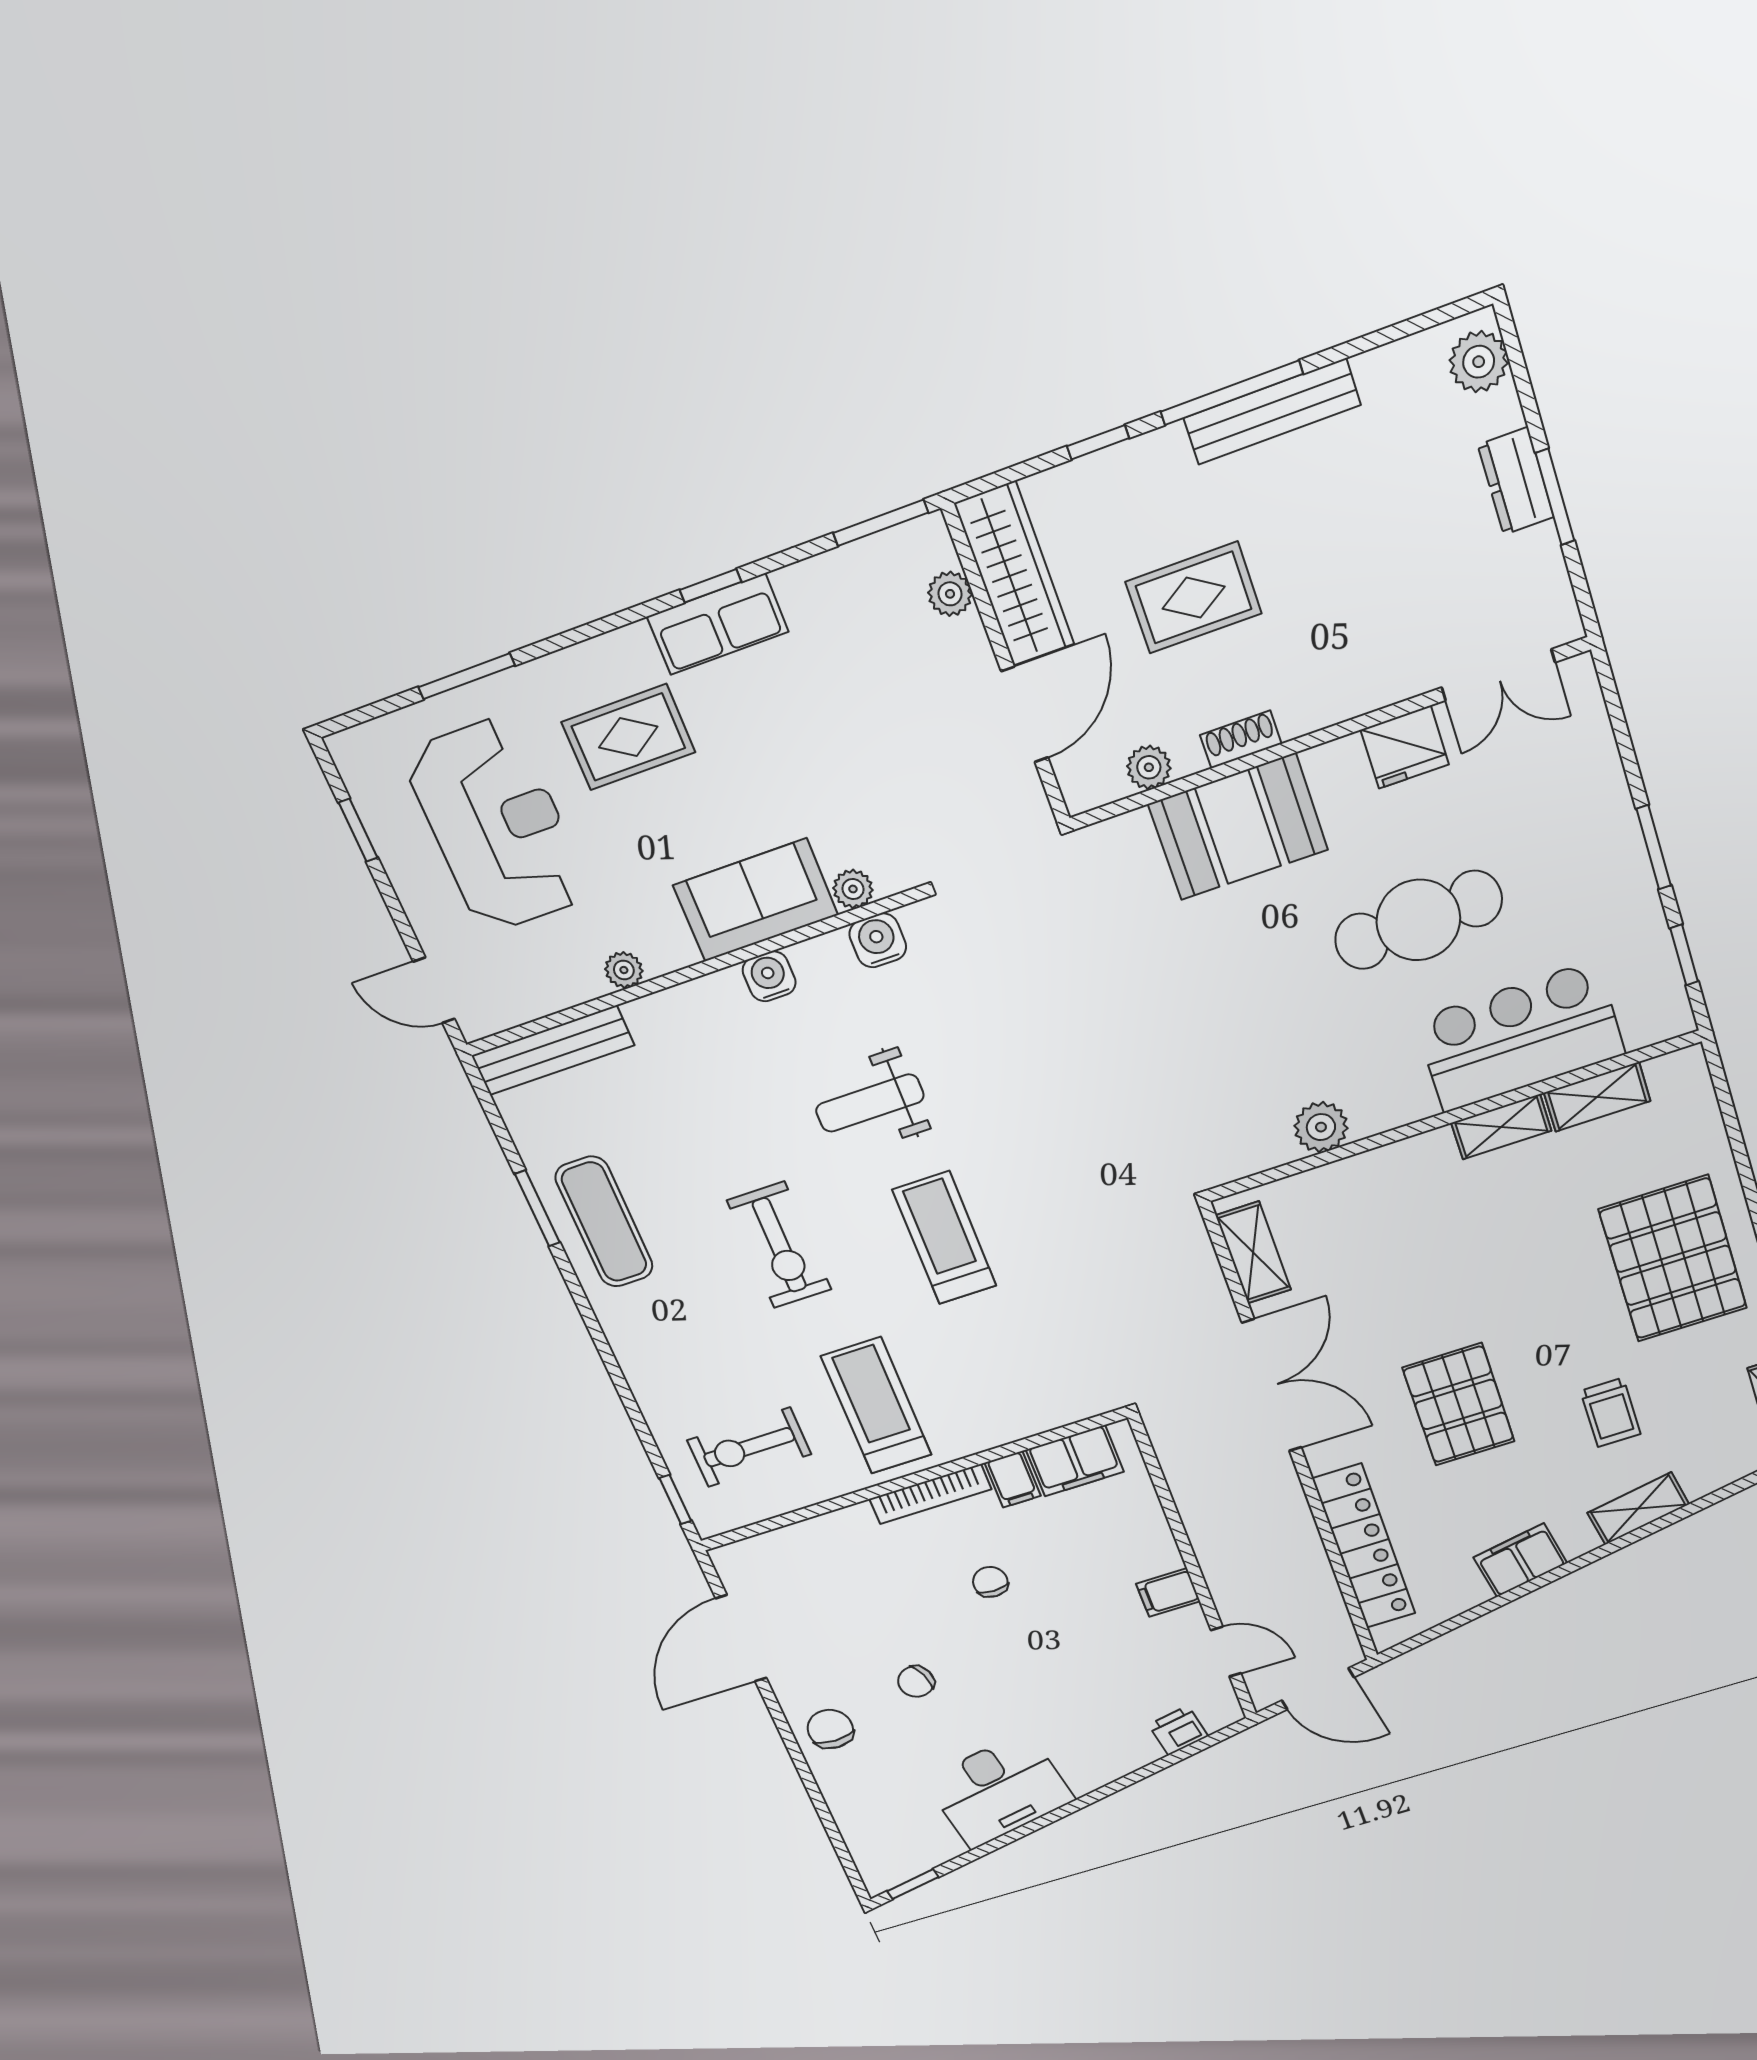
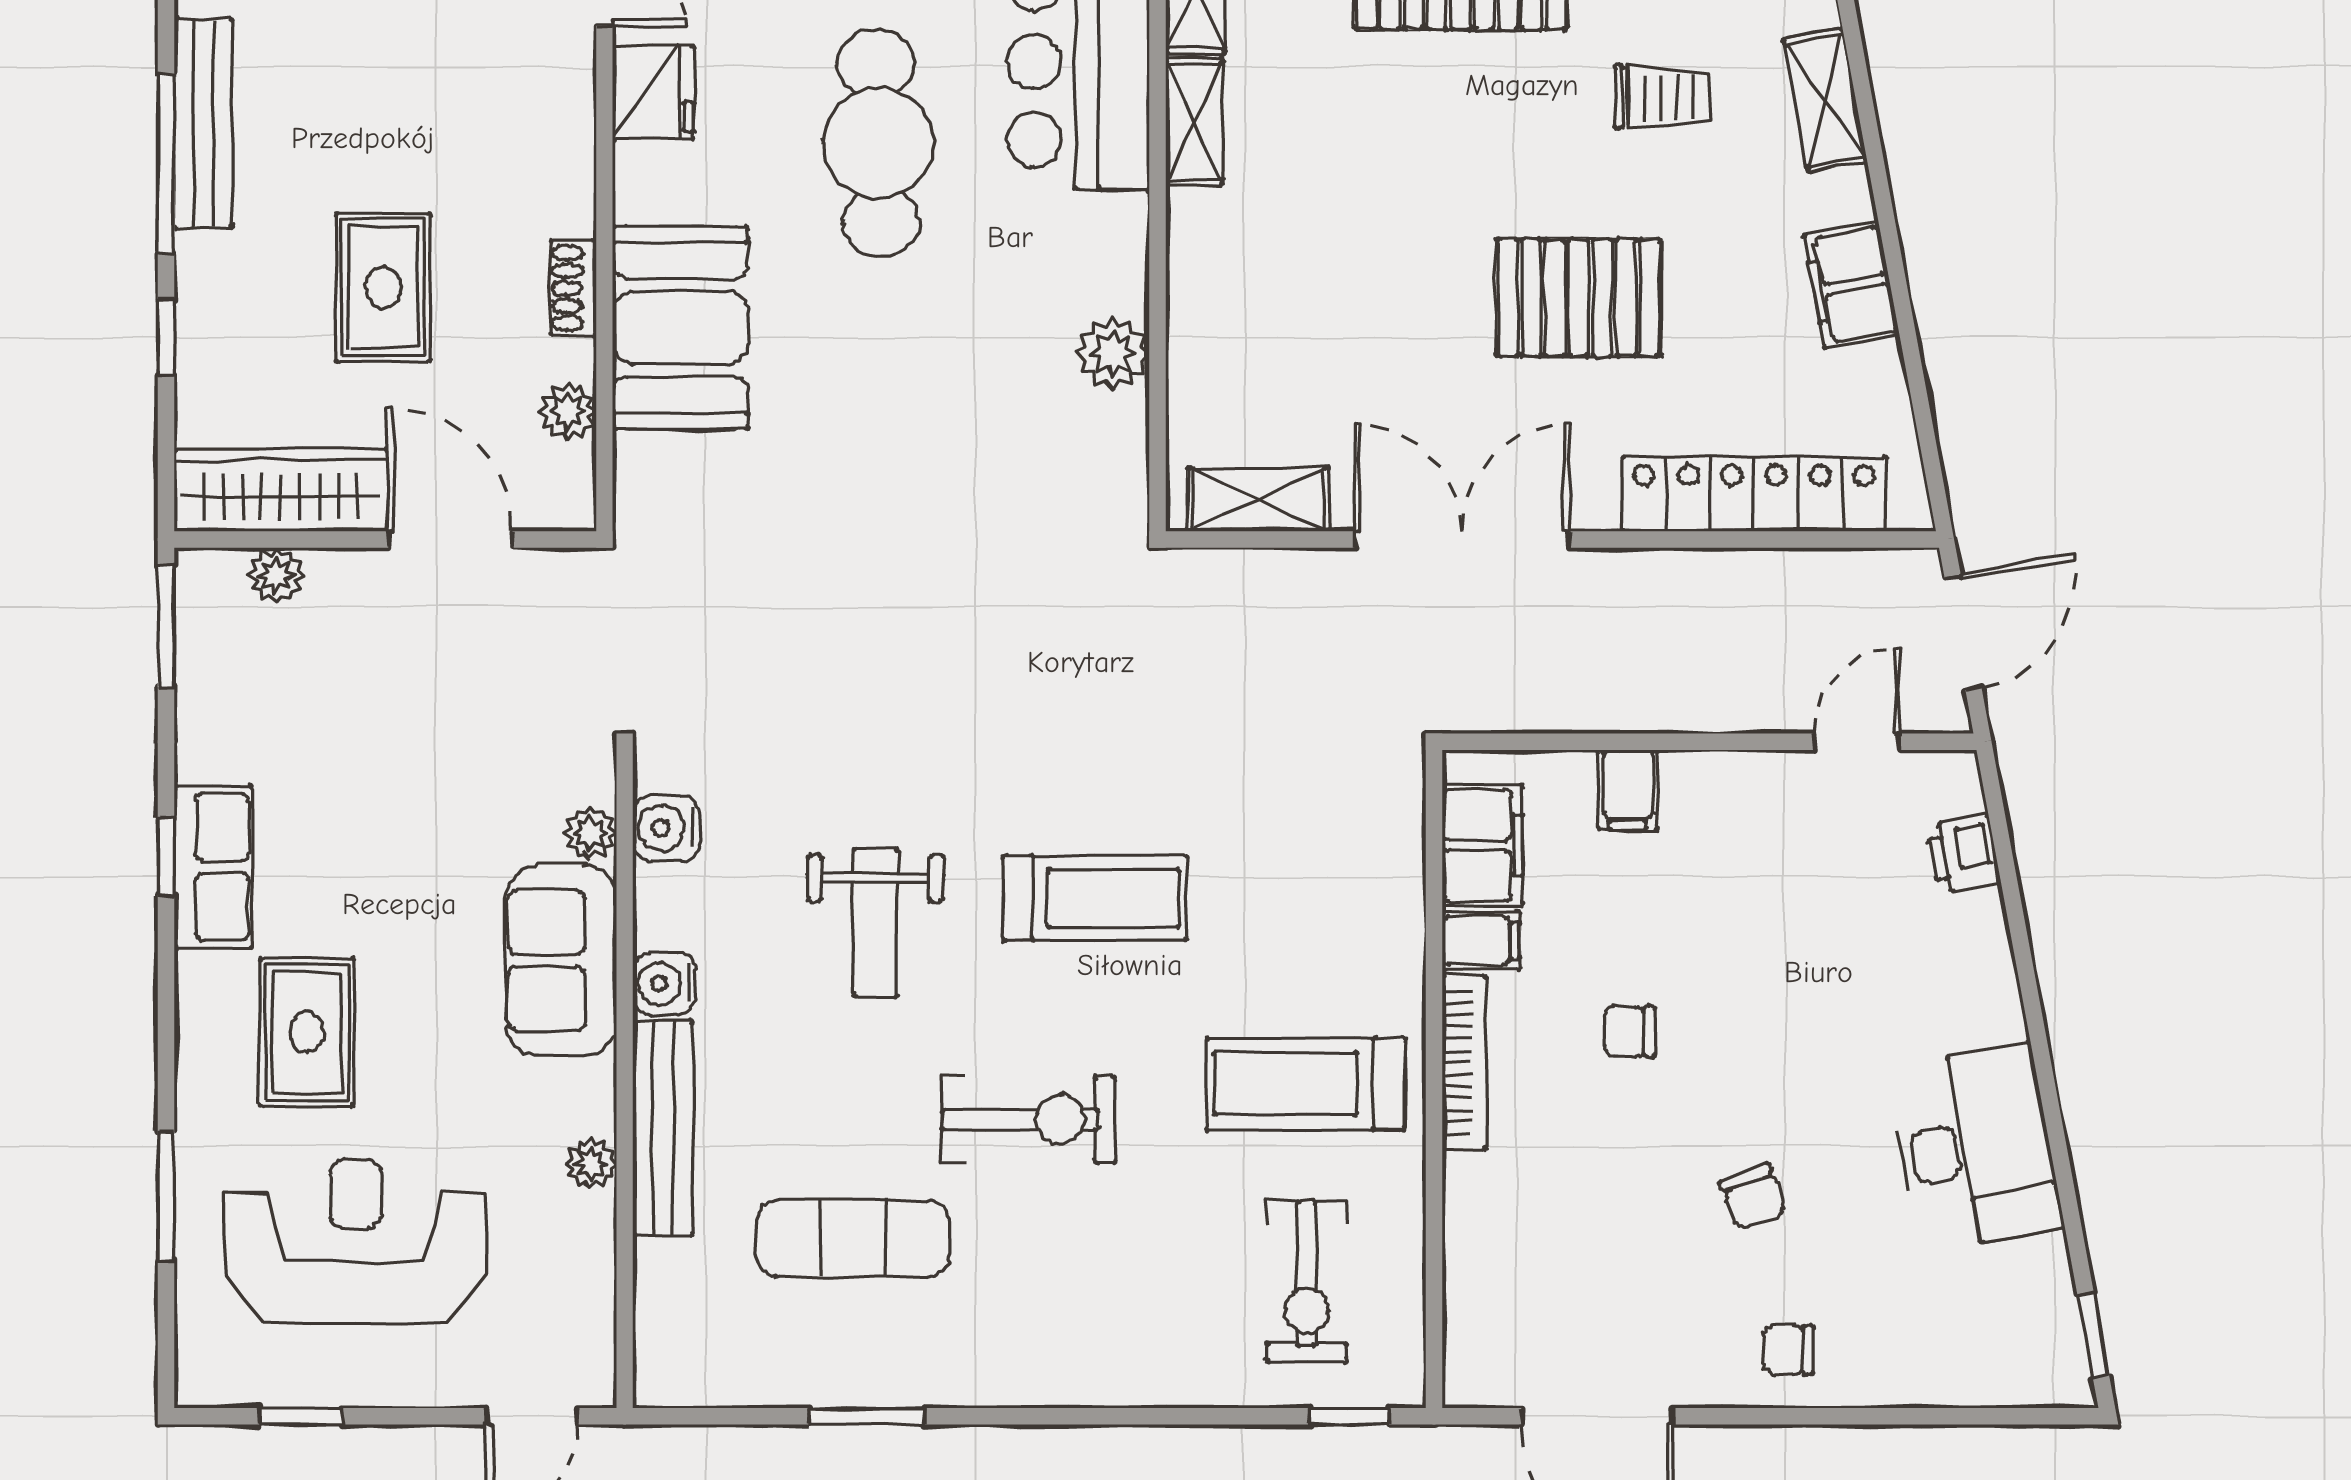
bench: (553, 1050) -> (663, 1128), moved
exercise mat: (604, 1222) -> (853, 1238), moved
treadmill: (944, 1238) -> (1095, 898), turned 180
filing cabinet: (1168, 1593) -> (1628, 790), moved
chair: (830, 1729) -> (1788, 1350), width x0.73, depth x0.73

